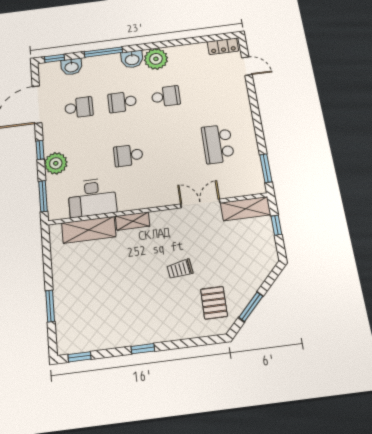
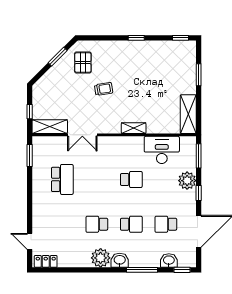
shelving: (89, 230) -> (188, 114), moved, turned 90

